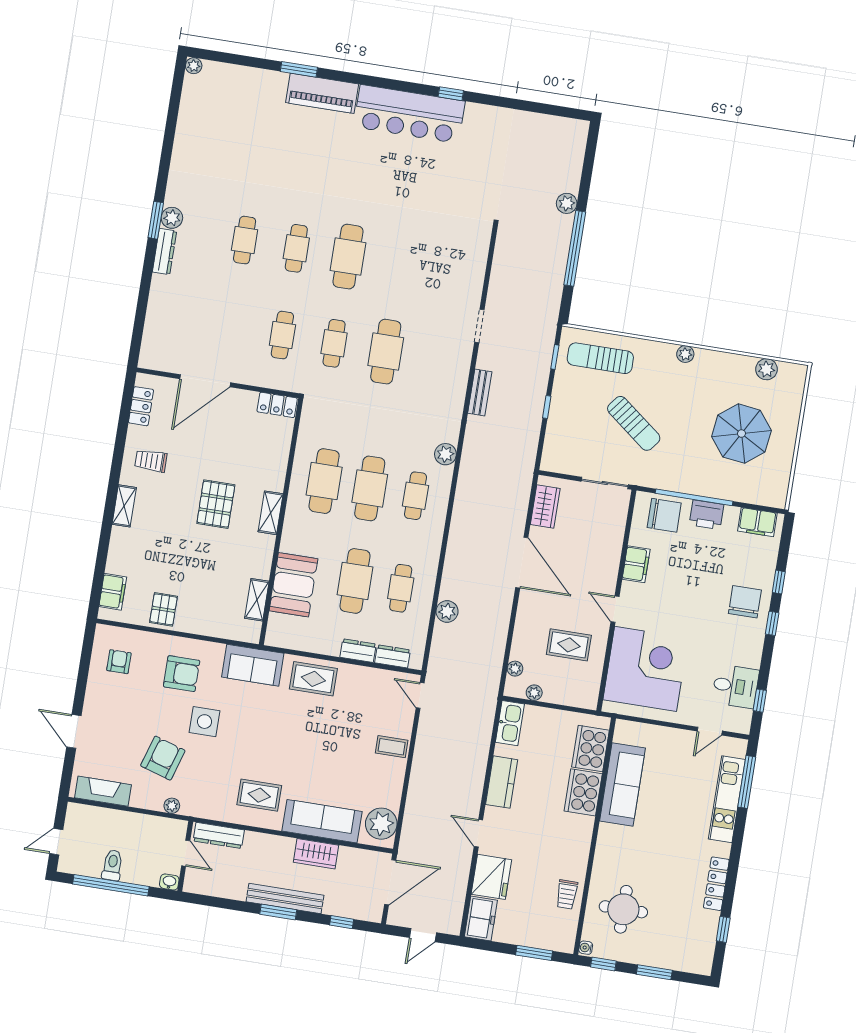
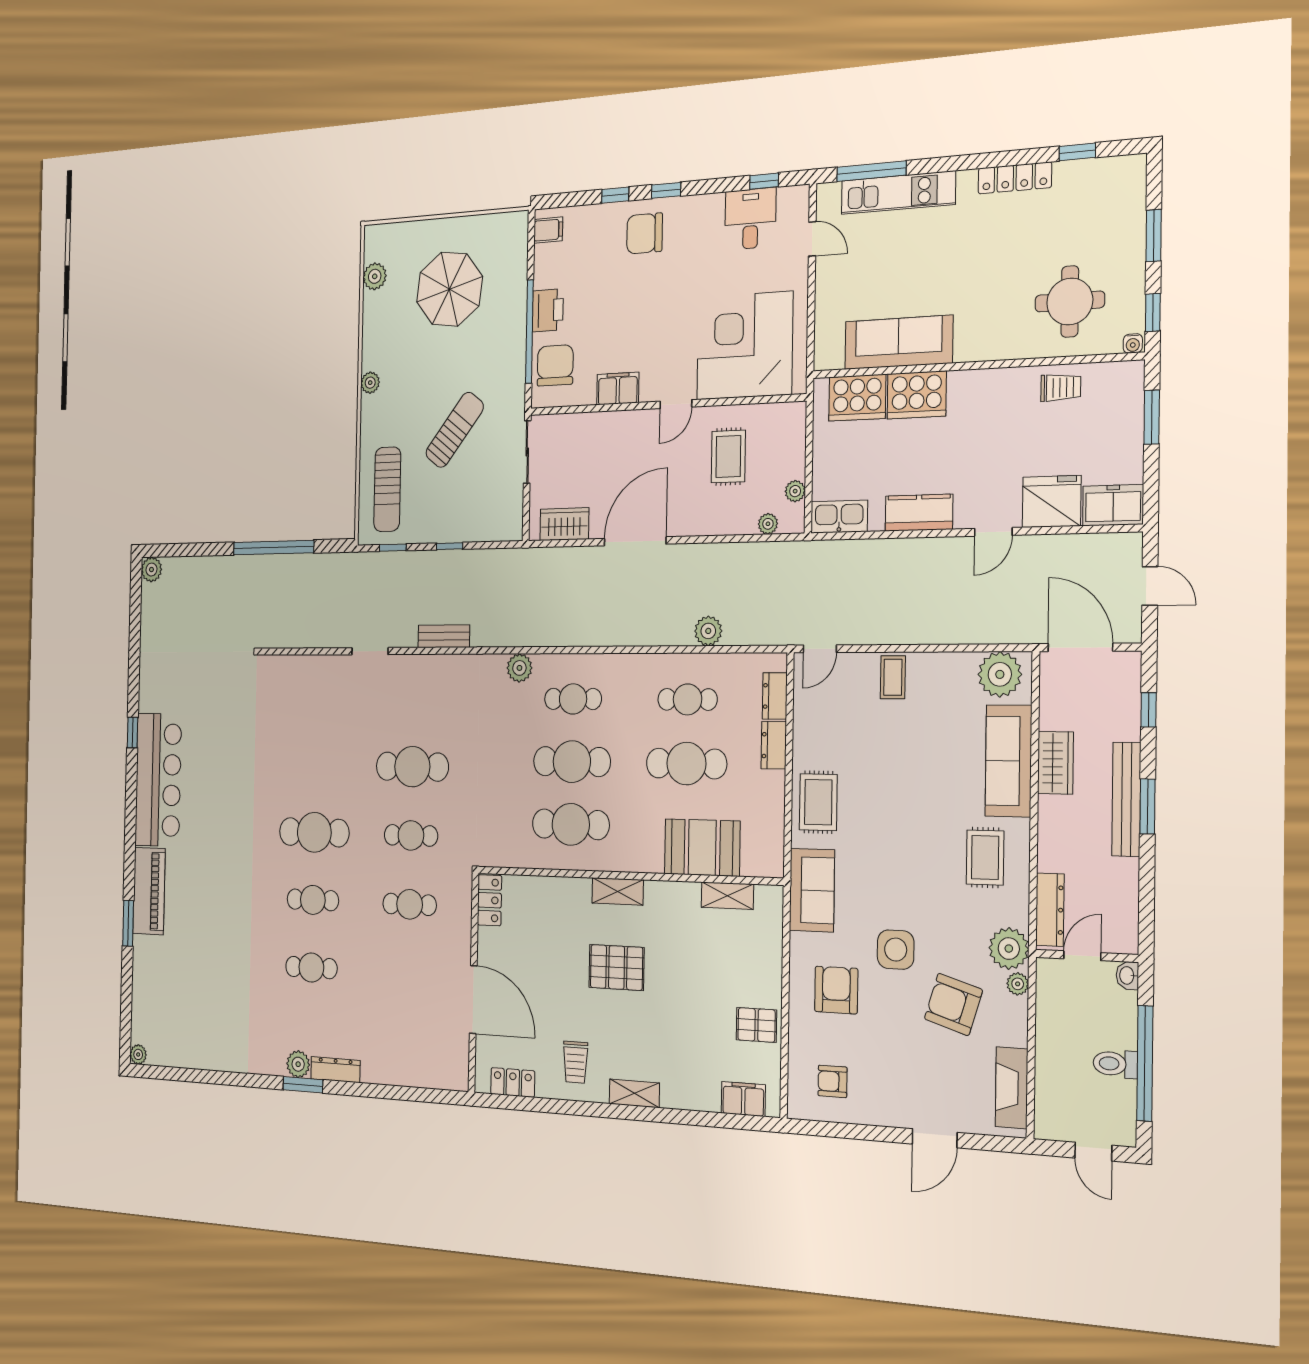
plant: (567, 203) -> (151, 570), moved
filing cabinet: (757, 522) -> (548, 230), width x0.50
plant: (196, 803) -> (1009, 949), added

